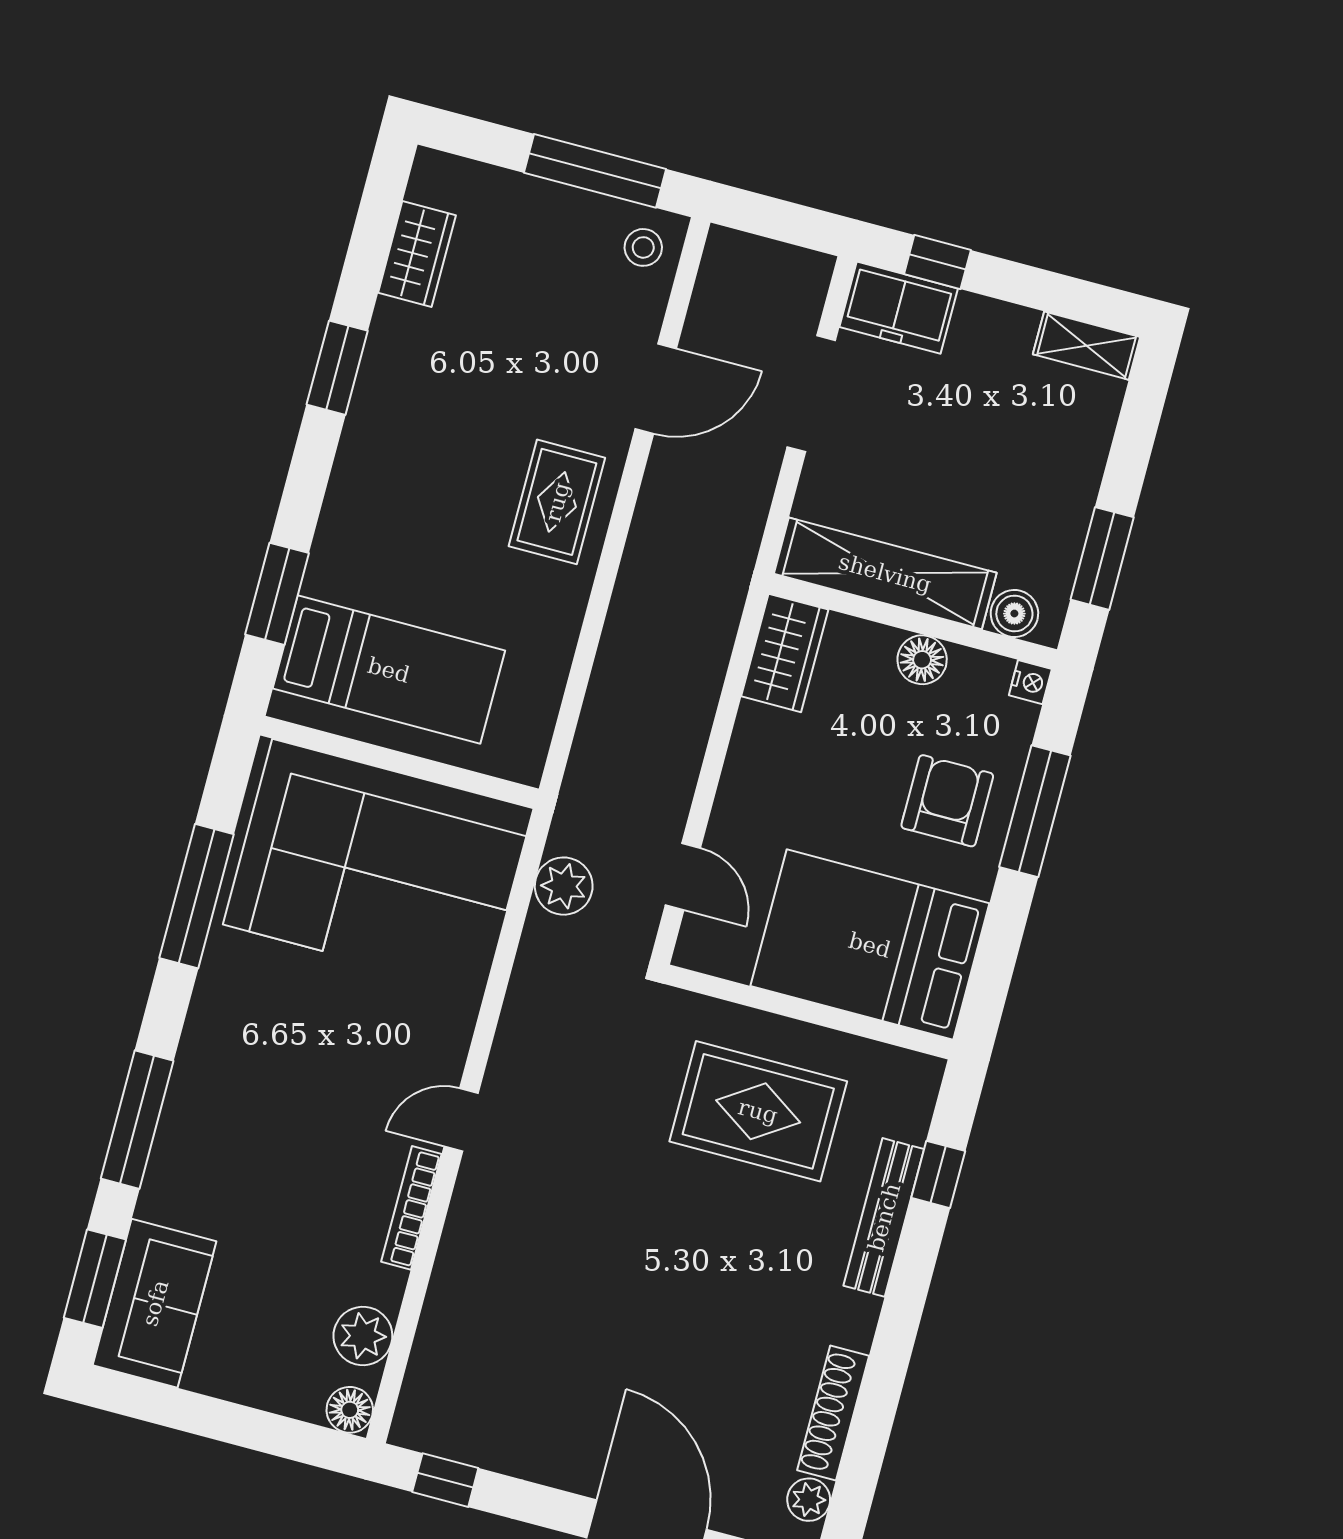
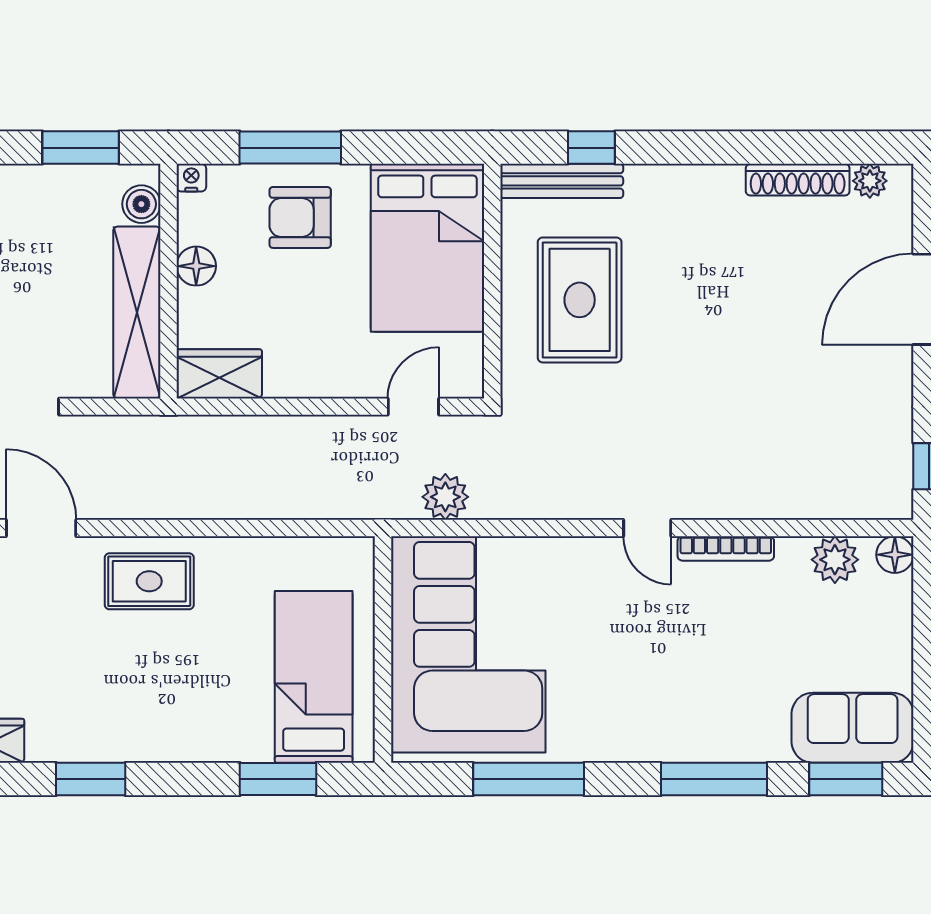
bench: (884, 1217) -> (562, 181), moved

